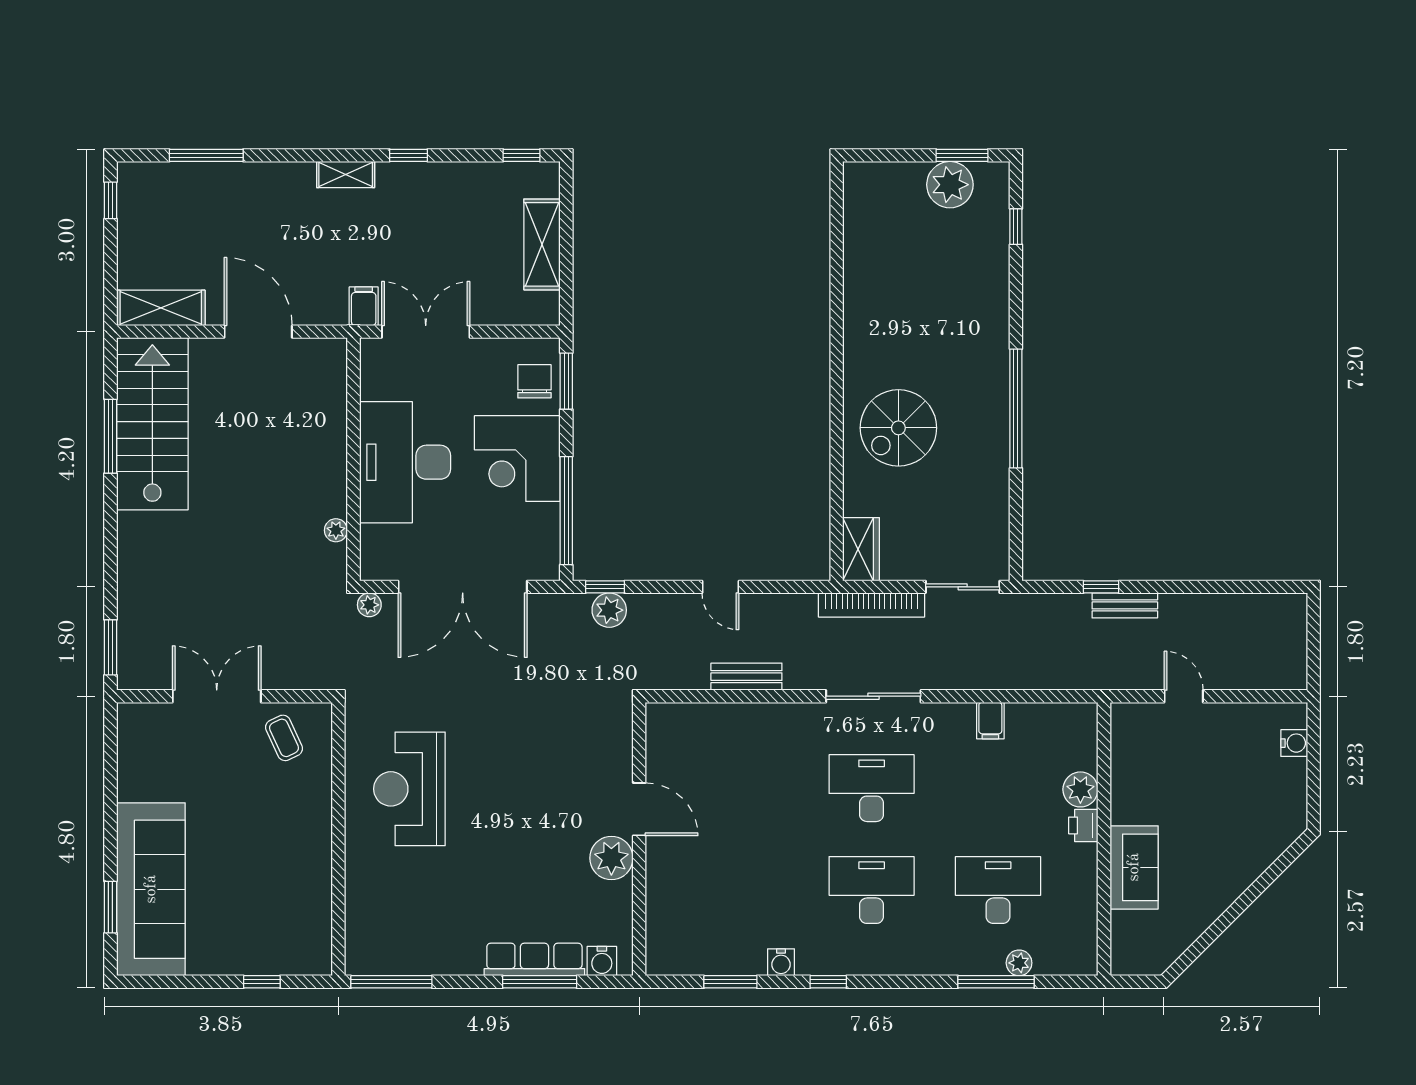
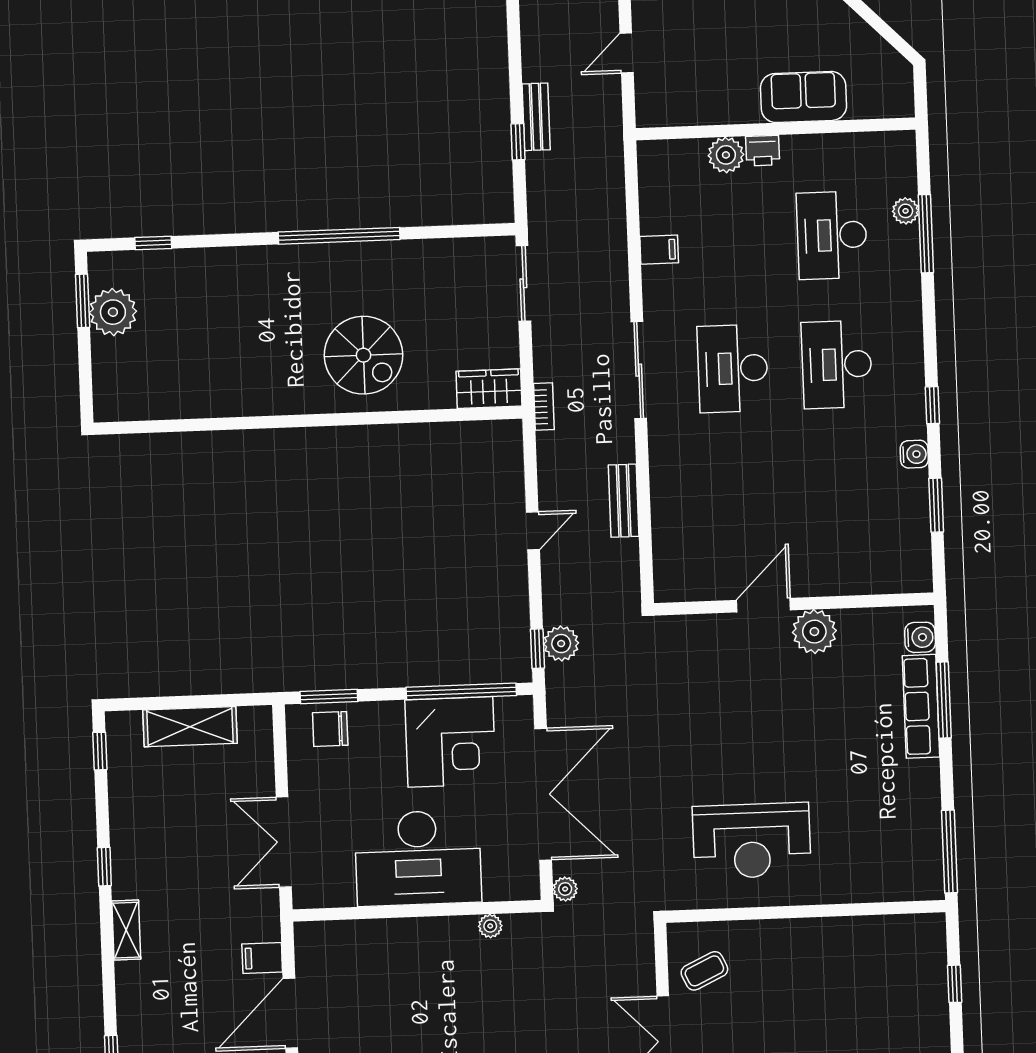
filing cabinet: (364, 306) -> (262, 958), moved
corner desk: (517, 459) -> (450, 742), moved
bookcase: (872, 605) -> (544, 407), width x0.43, depth x0.76

